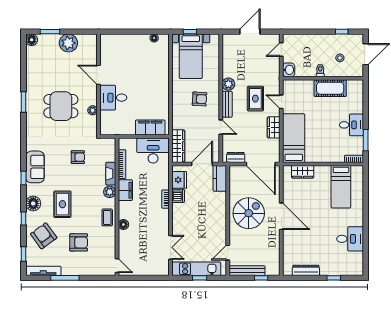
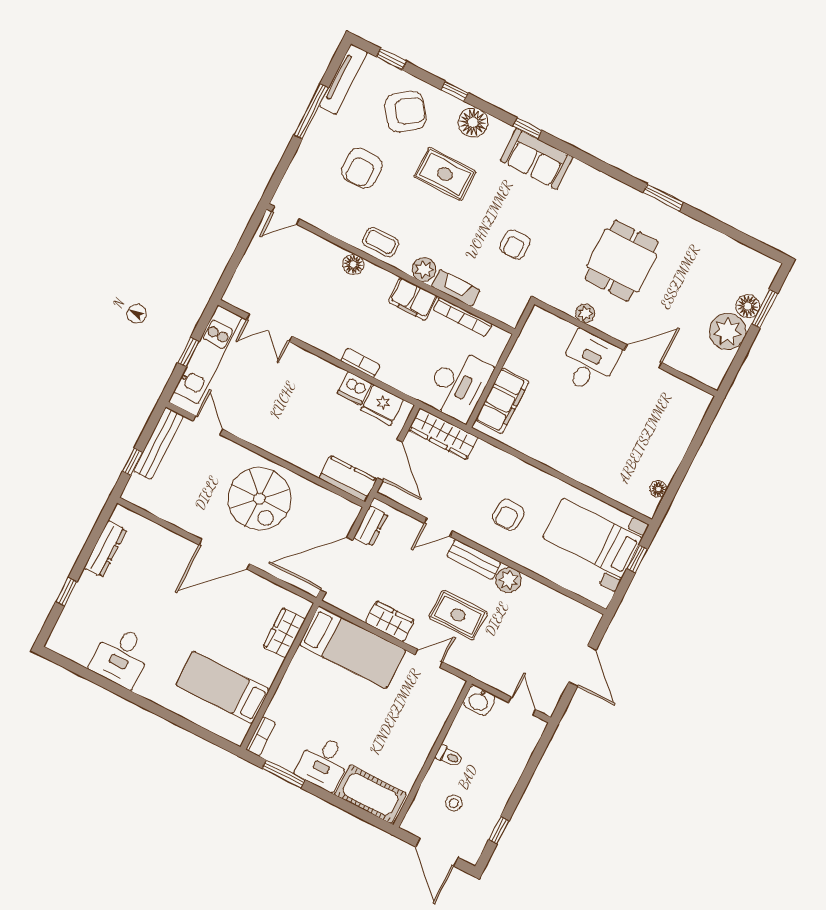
floor lamp: (32, 40) -> (748, 306), moved
cot: (330, 88) -> (371, 794), moved, turned 90

